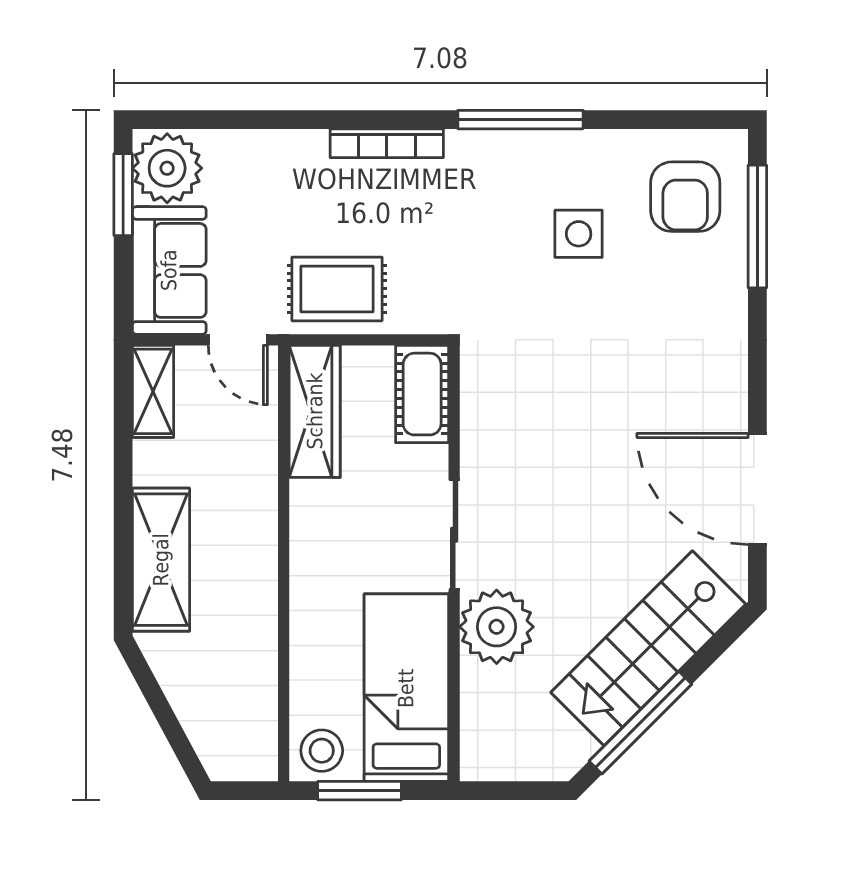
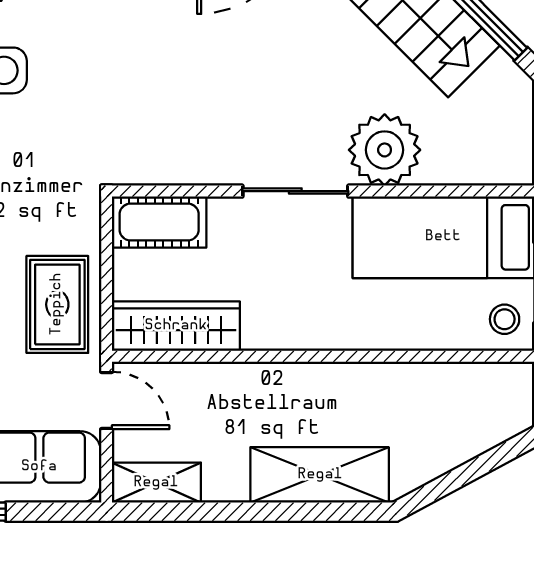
door: (238, 340) -> (107, 400), hinge flipped
stool: (322, 751) -> (505, 319), width x0.73, depth x0.73

